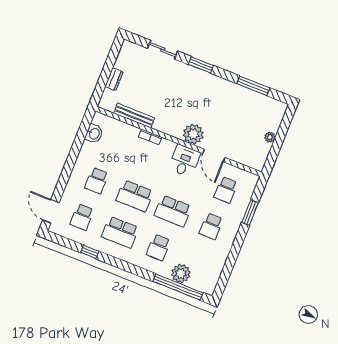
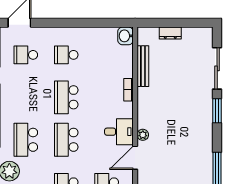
sliding door: (163, 50) -> (217, 68), width x1.37
washbasin: (94, 134) -> (125, 36), moved, turned 90
plant: (193, 134) -> (143, 135), width x0.53, depth x0.53
school desk: (120, 232) -> (26, 97), removed
school desk: (158, 247) -> (26, 140), width x1.85

